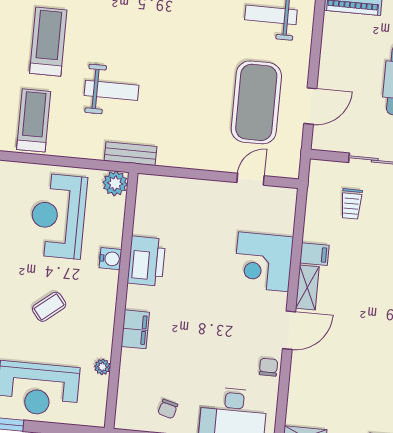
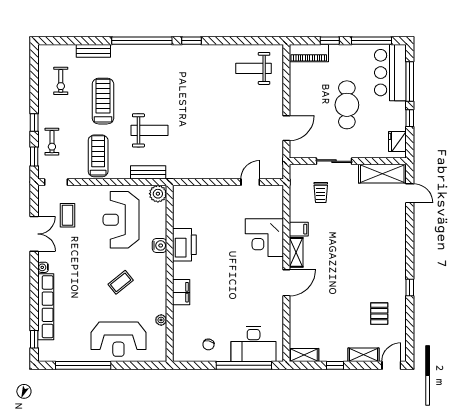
exercise mat: (256, 102) -> (249, 129), removed
bench: (131, 154) -> (148, 172), moved
chair: (268, 367) -> (275, 309), removed

